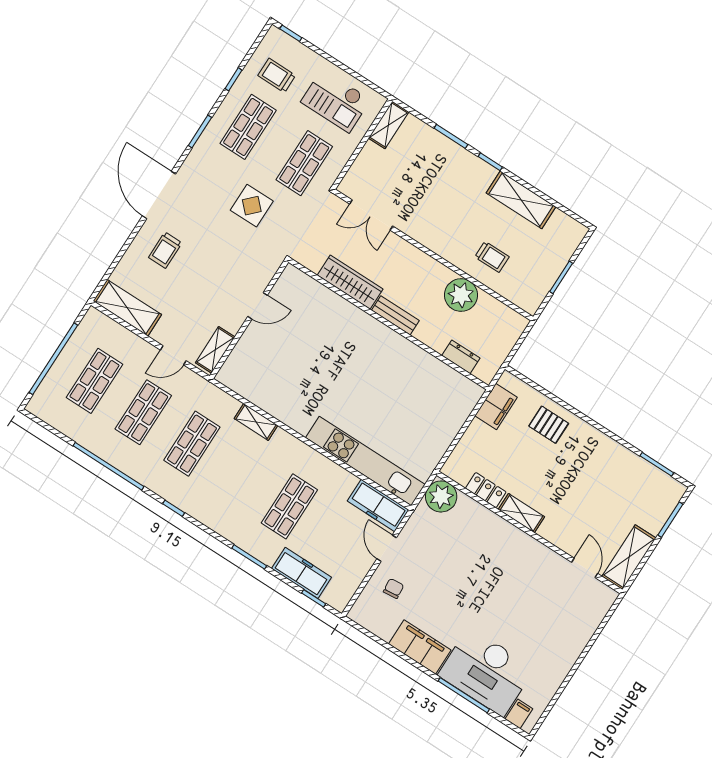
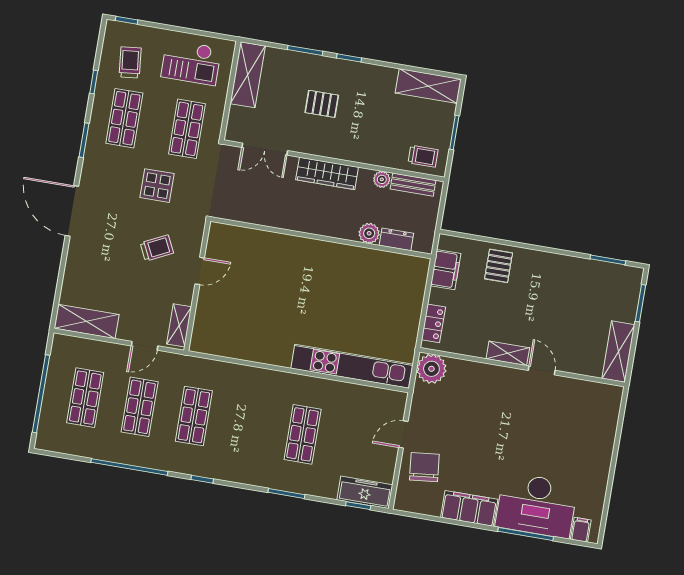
trolley: (277, 75) -> (130, 62), turned 84
shelving: (389, 125) -> (248, 75), width x1.50, depth x1.33
pallet: (445, 195) -> (322, 104), added
shelving: (521, 200) -> (428, 86), moved
trolley: (165, 250) -> (157, 248), moved, turned -116
trolley: (492, 257) -> (423, 156), moved
wardrobe: (350, 282) -> (327, 173), moved, turned 180
plant: (461, 295) -> (382, 179), width x0.53, depth x0.53
bench: (395, 315) -> (413, 185), moved
plant: (437, 340) -> (369, 233), added
shelving: (256, 422) -> (242, 373), removed
pallet: (549, 425) -> (499, 266), turned 90
locker: (486, 490) -> (433, 323), moved, turned 90
freezer: (378, 505) -> (380, 400), removed
door: (387, 548) -> (403, 434), hinge flipped
door: (585, 568) -> (542, 370), moved
freezer: (302, 573) -> (365, 492), moved
chair: (393, 589) -> (424, 467), width x1.87, depth x1.87

